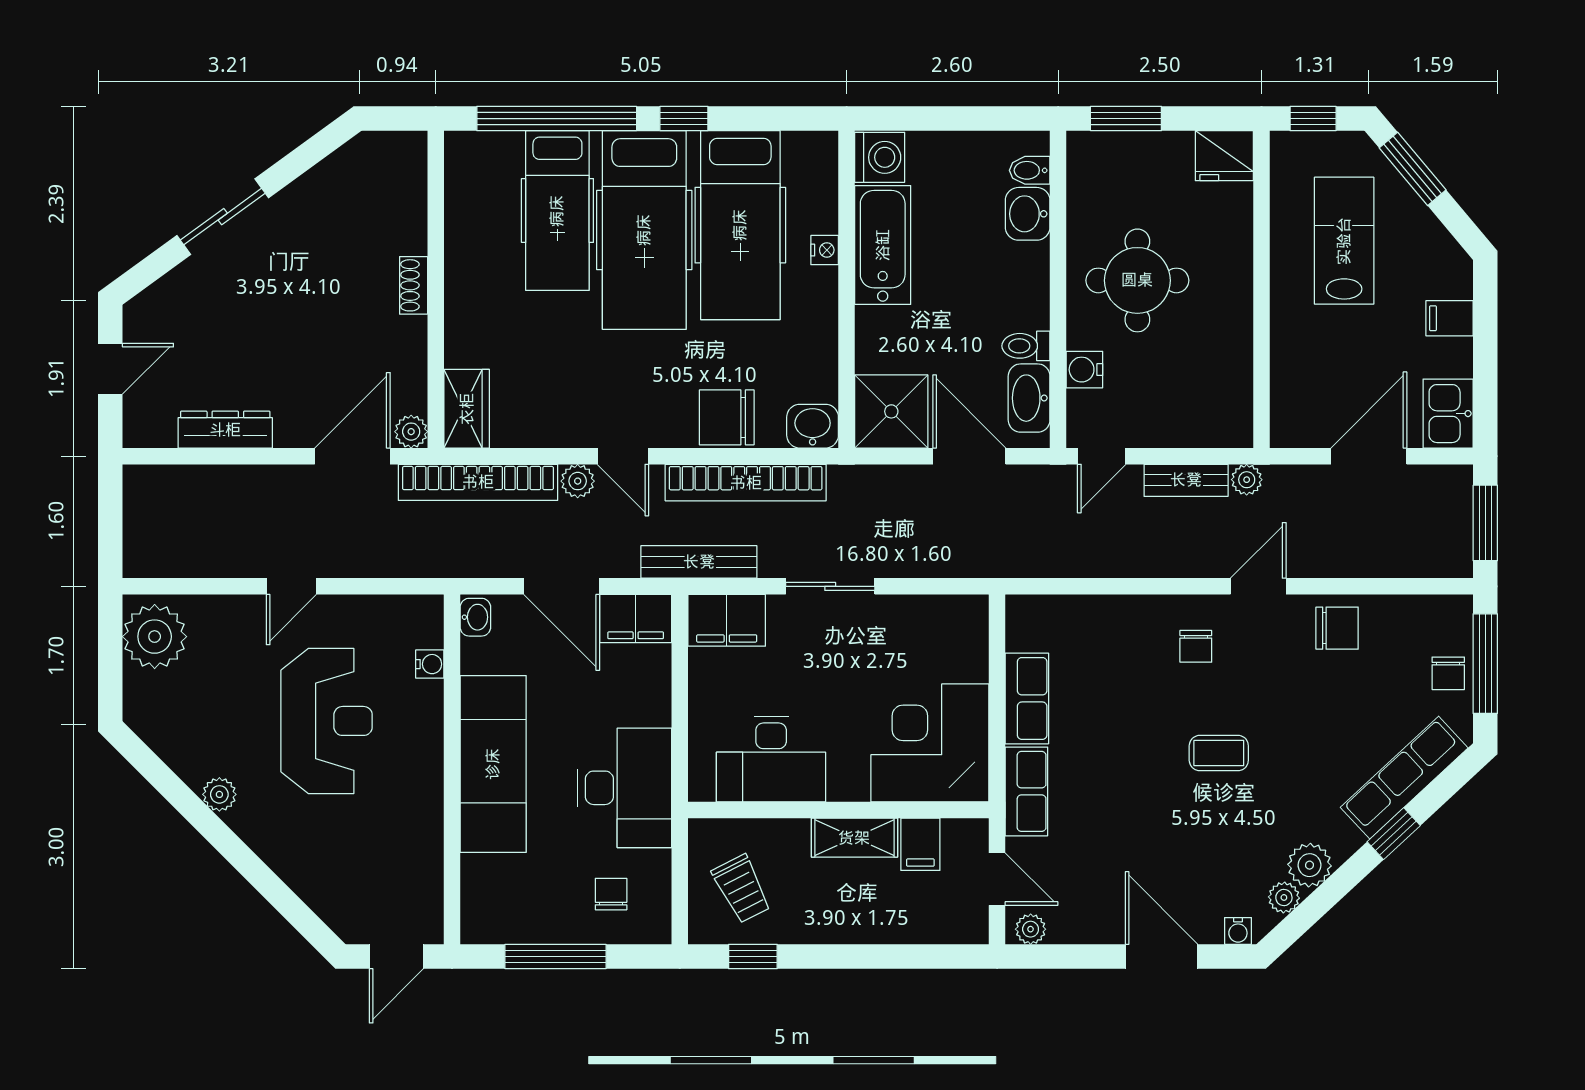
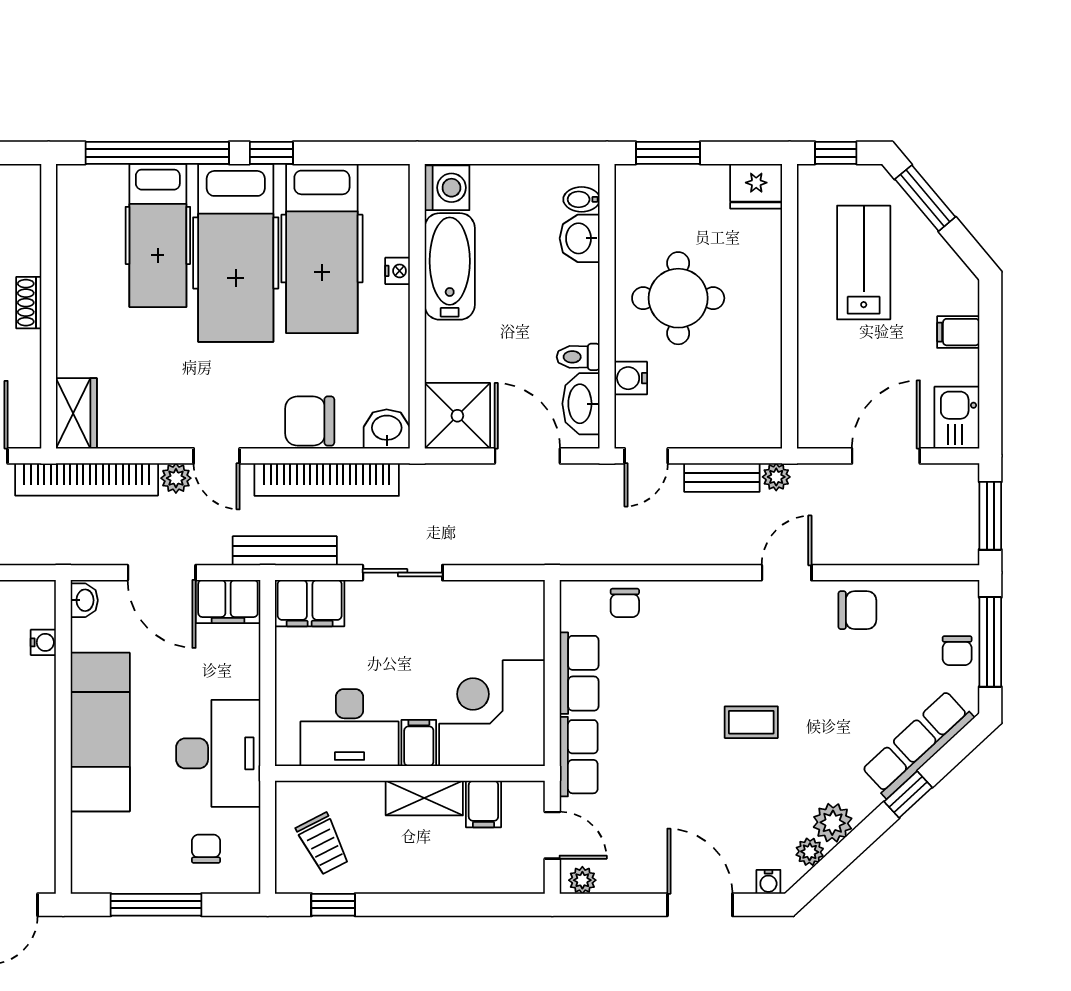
plant: (411, 432) -> (27, 434), removed
chair: (1196, 646) -> (625, 603), moved
filing cabinet: (848, 776) -> (419, 743), added

